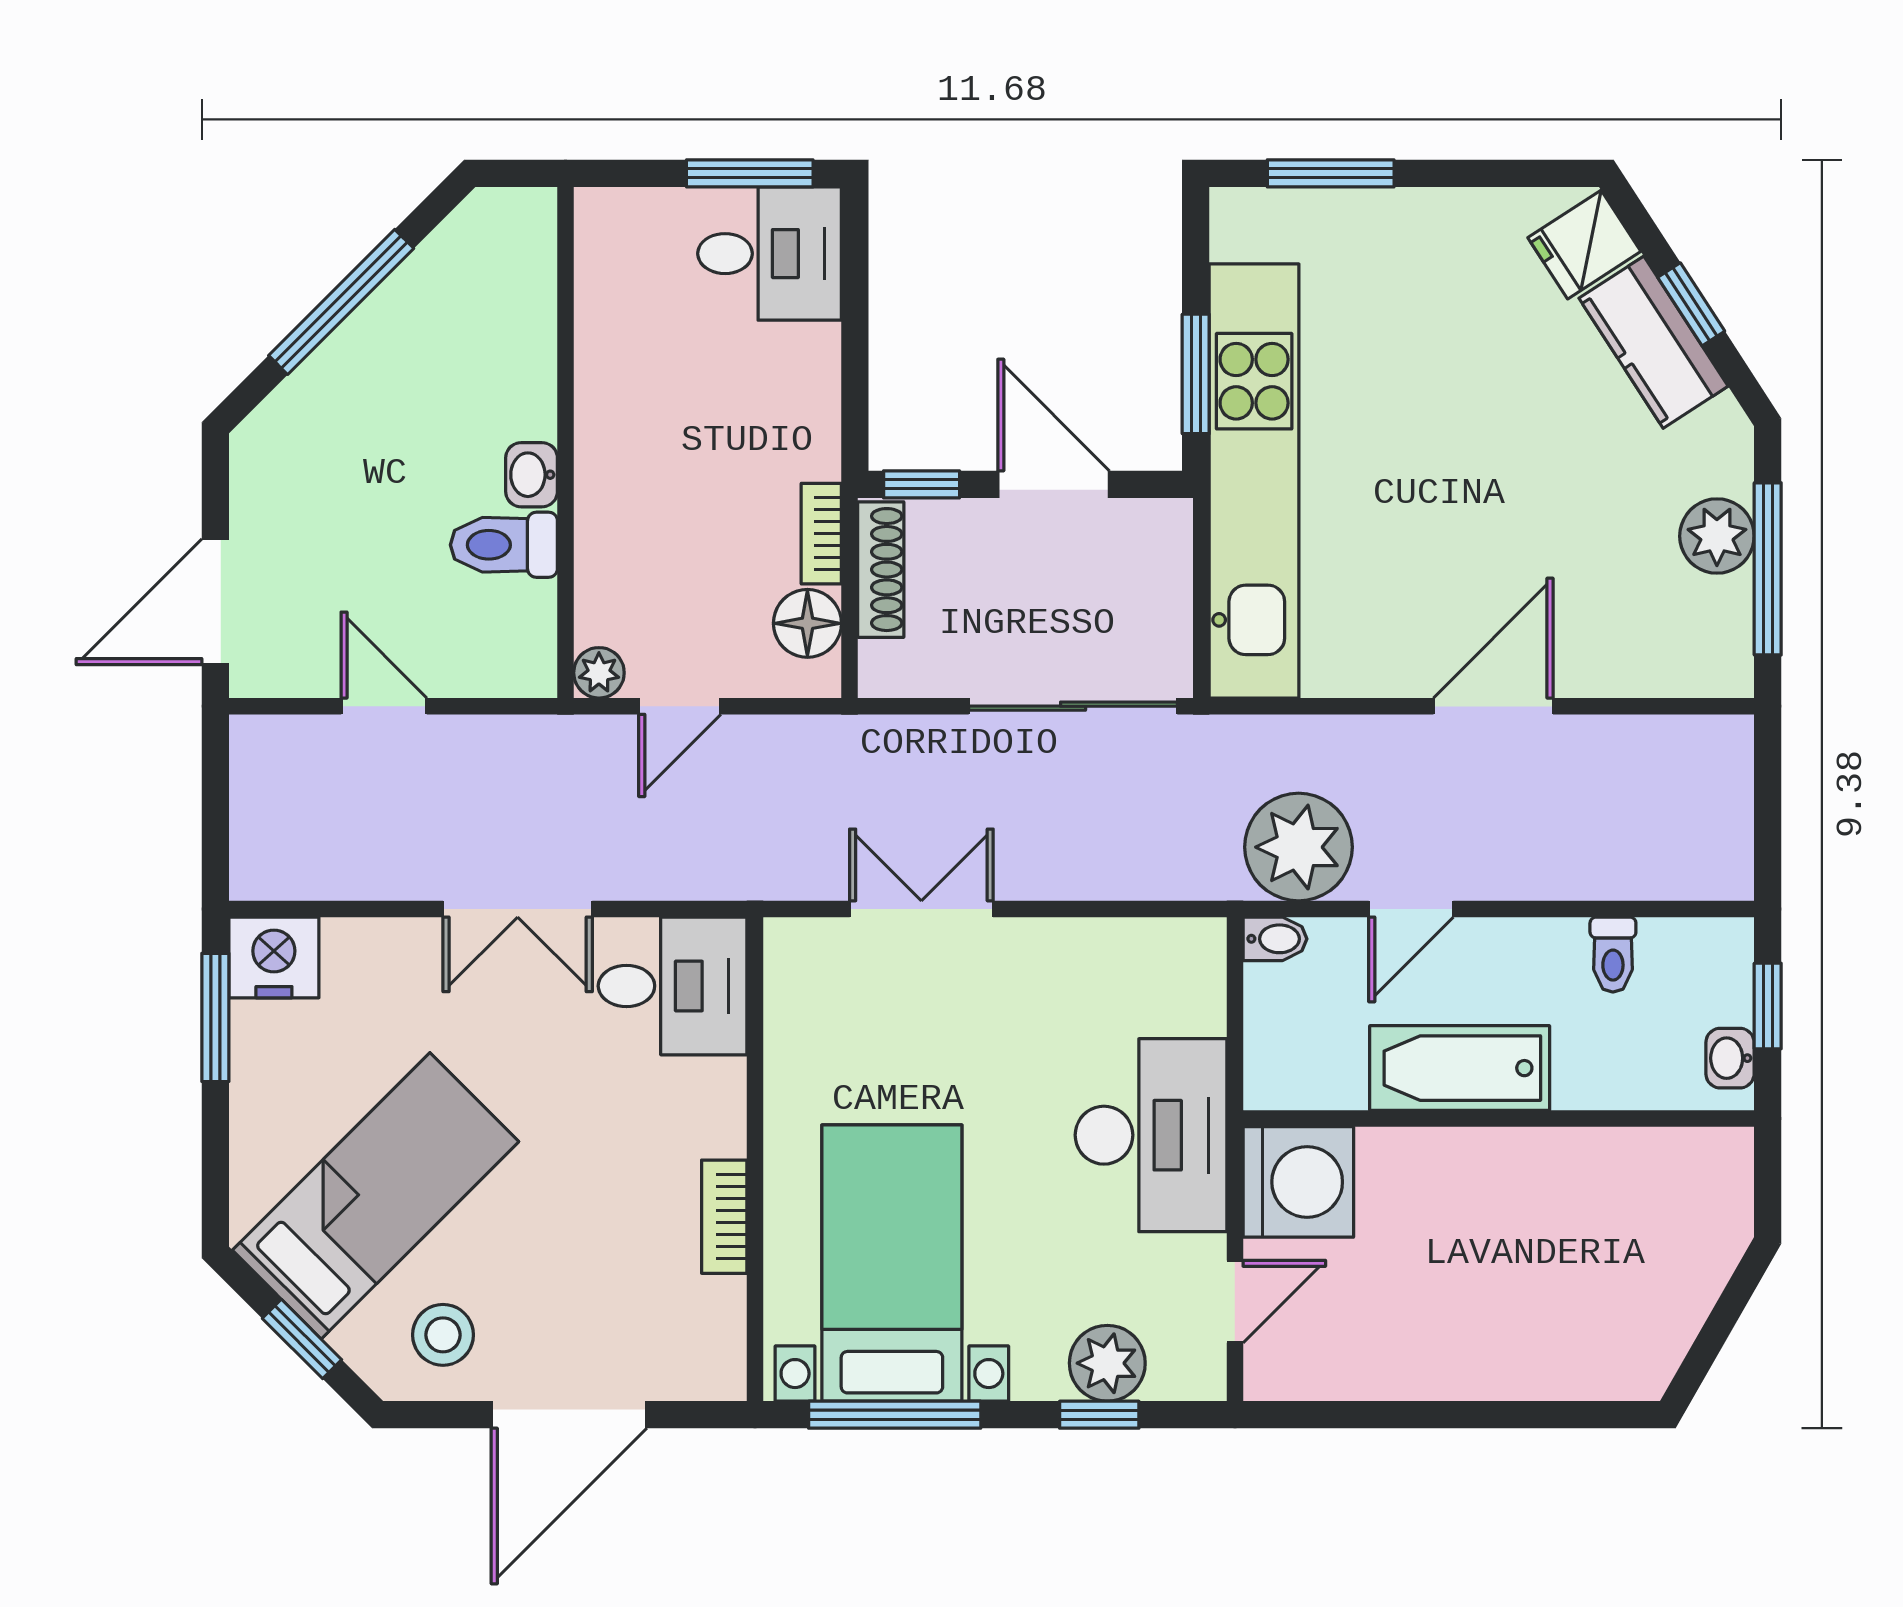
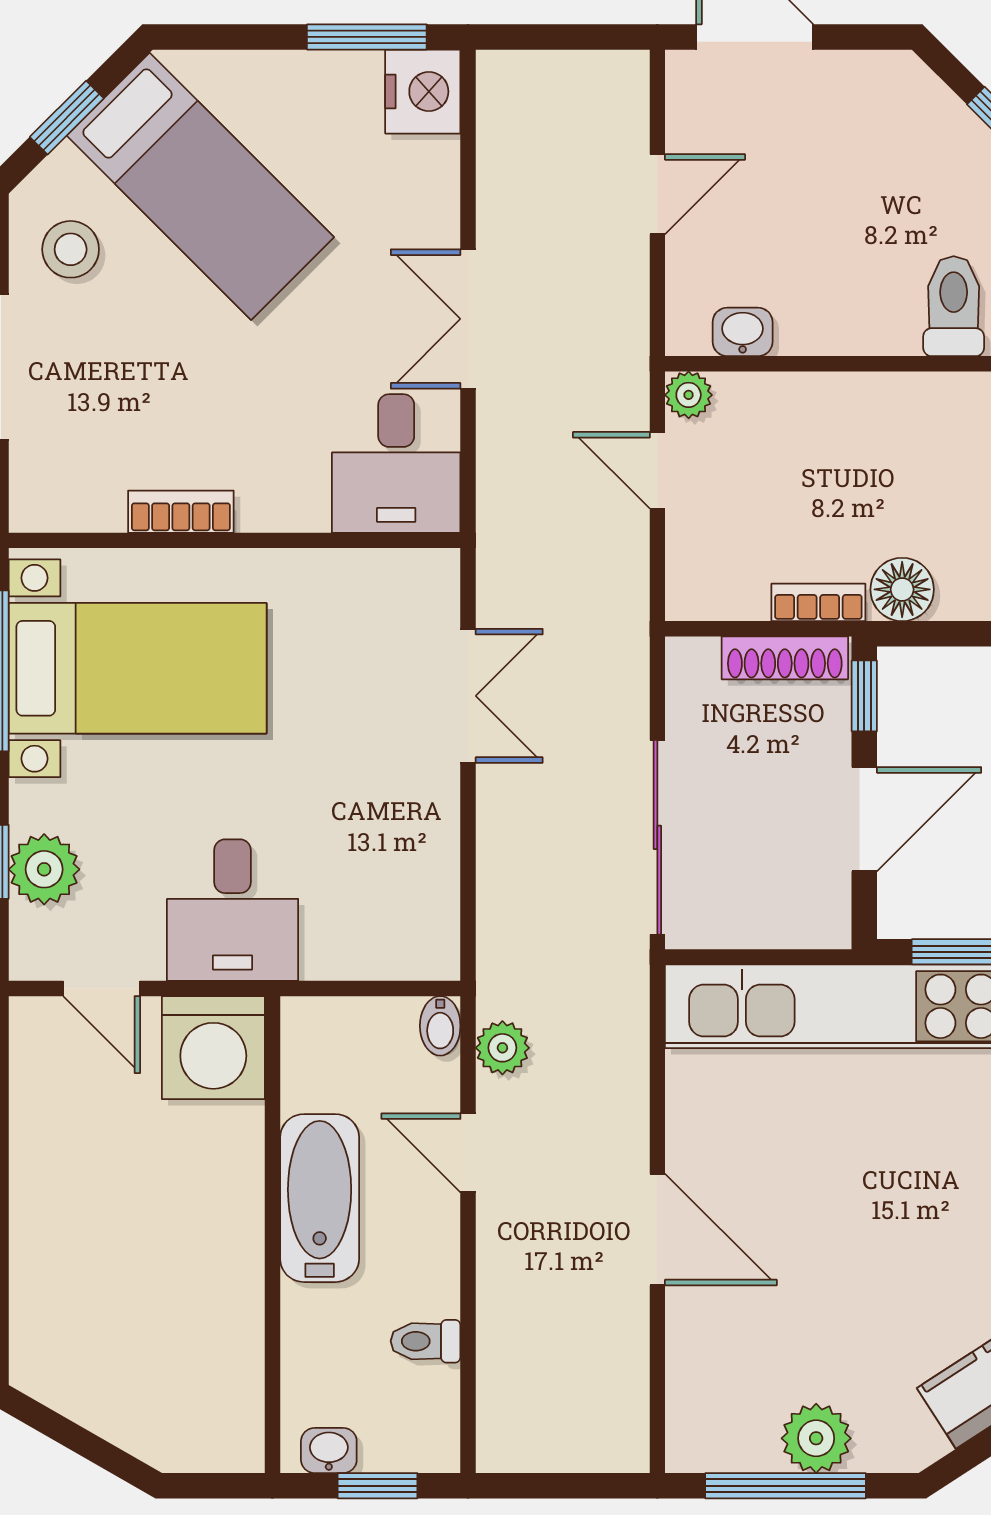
washbasin: (532, 475) -> (743, 332), moved
toilet: (504, 545) -> (954, 306), moved
floor lamp: (807, 623) -> (902, 589), moved
plant: (1299, 847) -> (502, 1048), width x0.53, depth x0.53
desk: (1151, 1135) -> (233, 910), width x0.73

